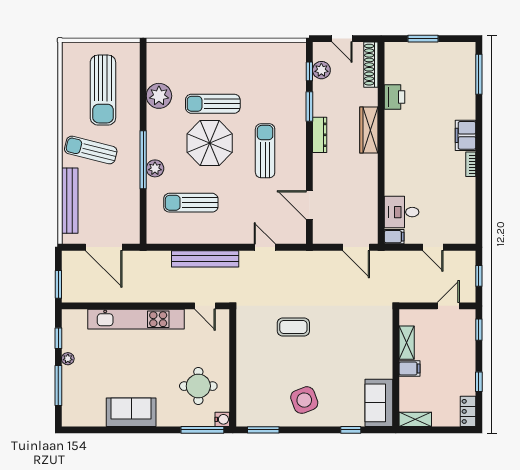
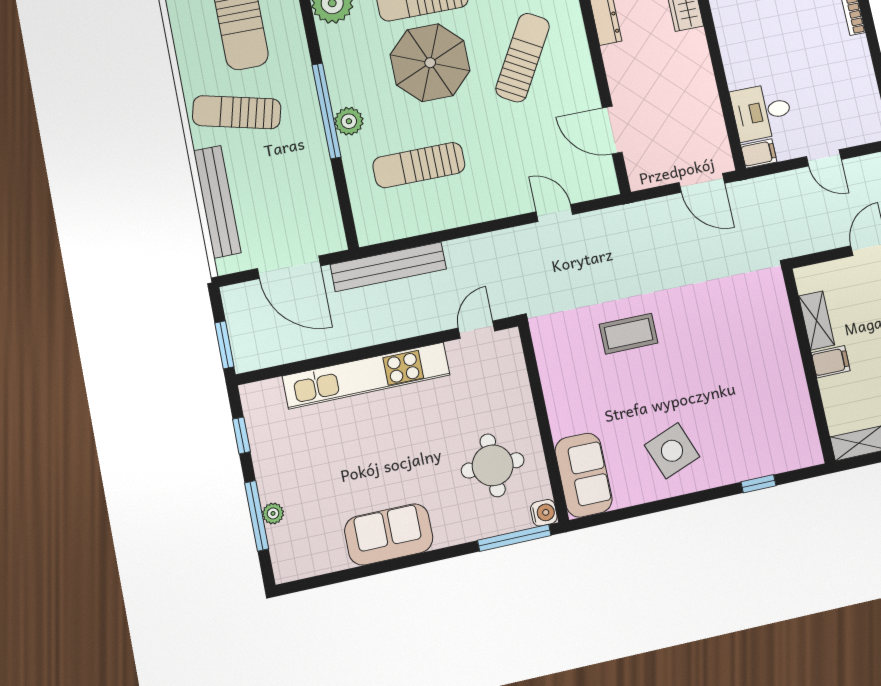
sun lounger: (265, 151) -> (523, 58), turned 30
bench: (205, 259) -> (388, 267), moved
door: (205, 306) -> (476, 330), swing flipped
plant: (68, 359) -> (273, 513), moved
sofa: (379, 403) -> (584, 475), moved, turned 180
window: (263, 430) -> (615, 515), removed

